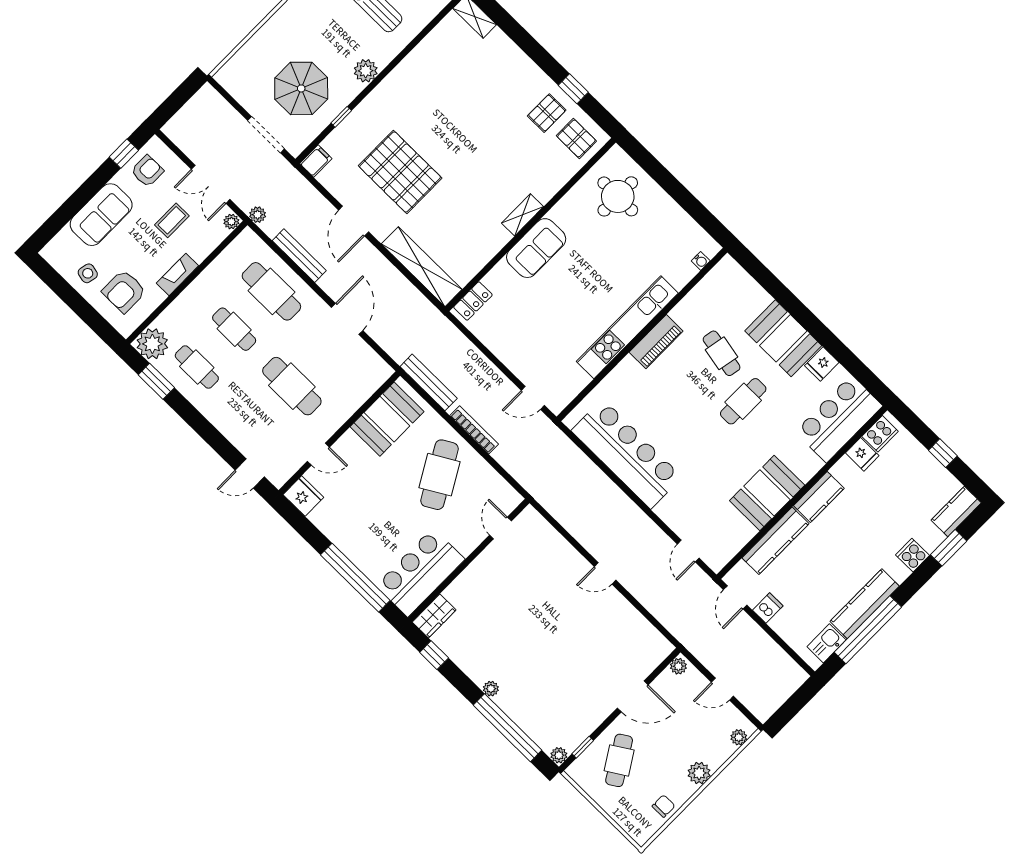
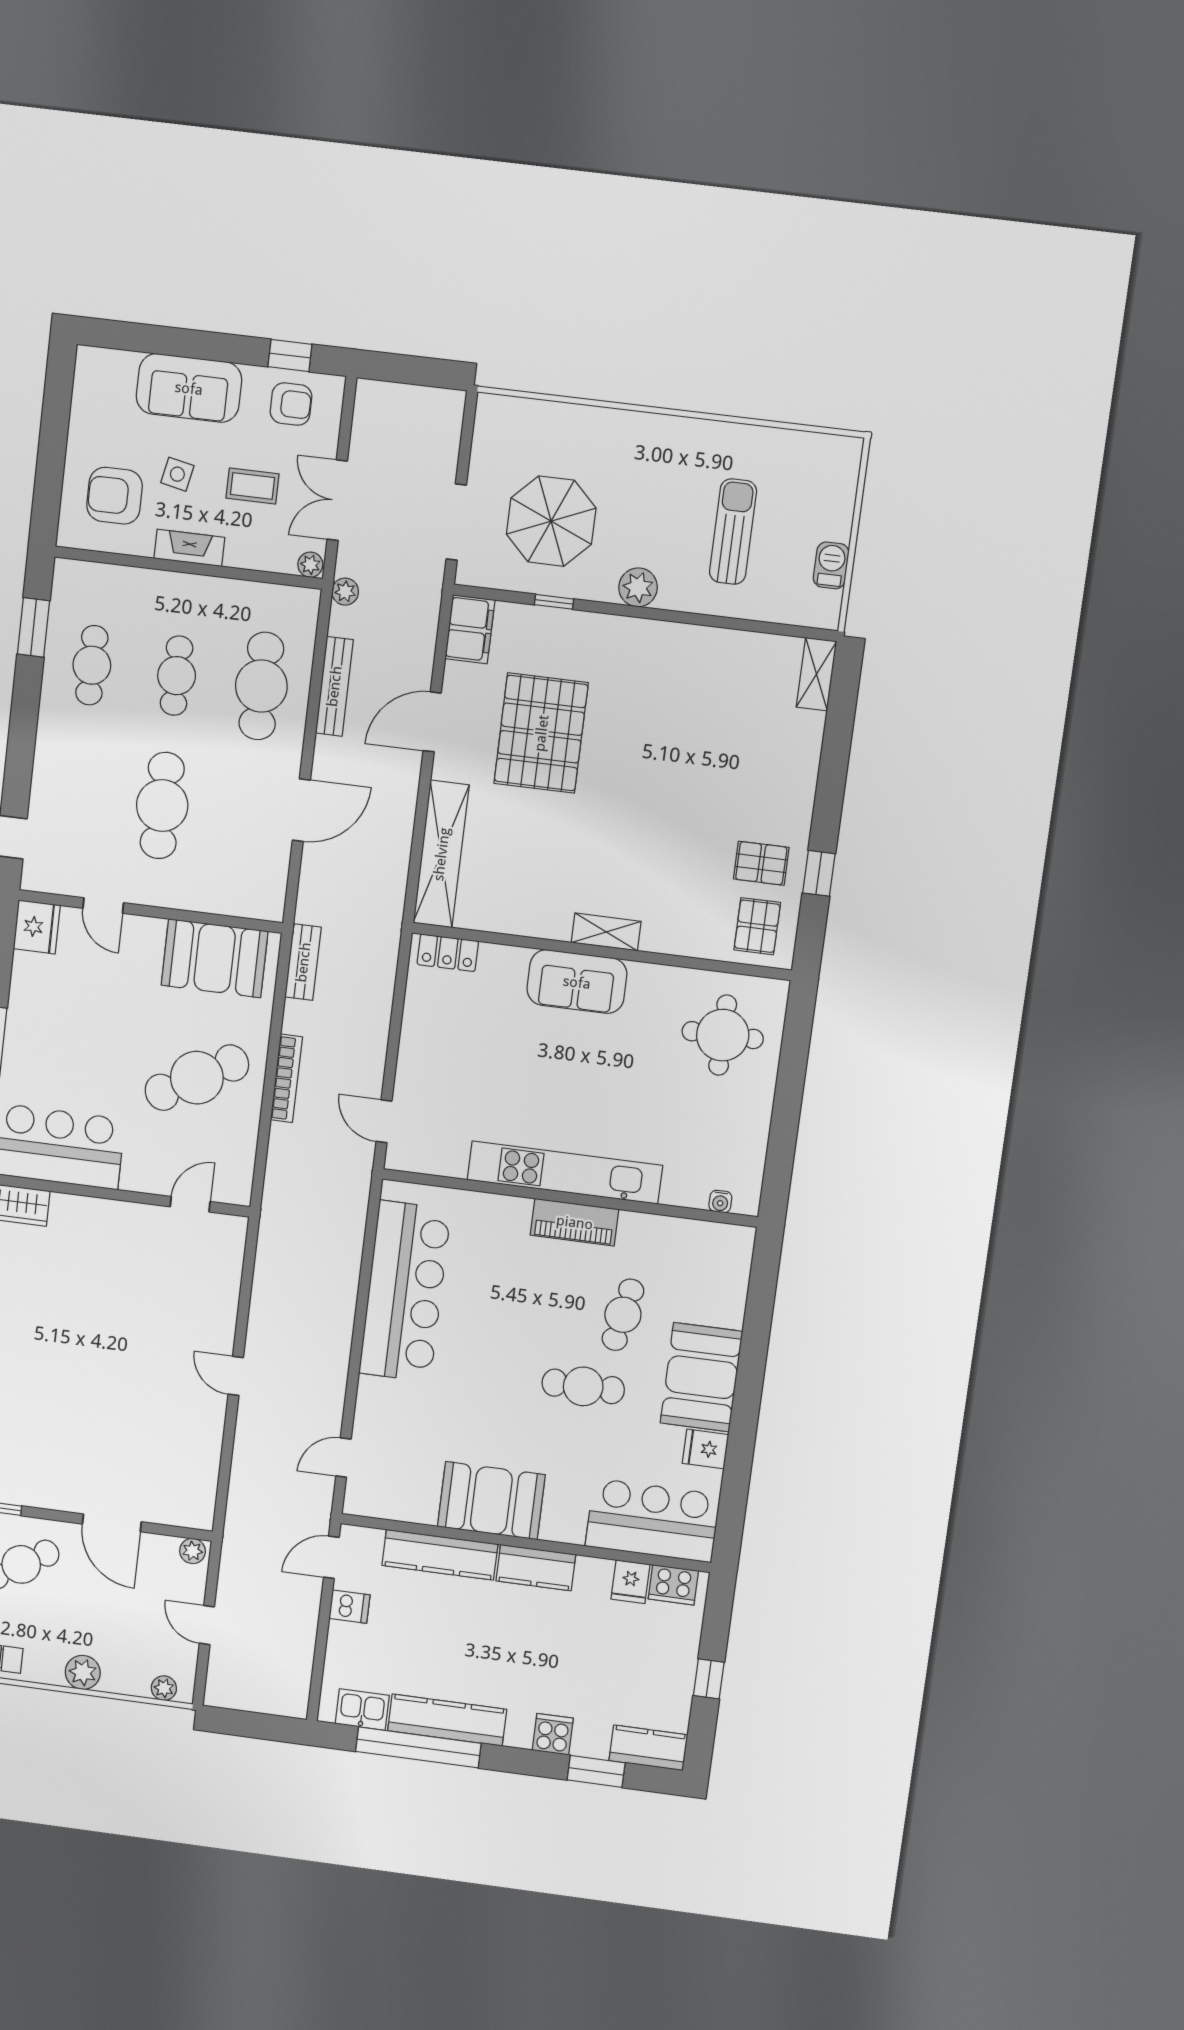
filing cabinet: (316, 161) -> (470, 629), width x2.00
side table: (88, 273) -> (177, 474), moved
plant: (152, 344) -> (77, 585), removed
bench: (429, 382) -> (303, 962), width x0.73

